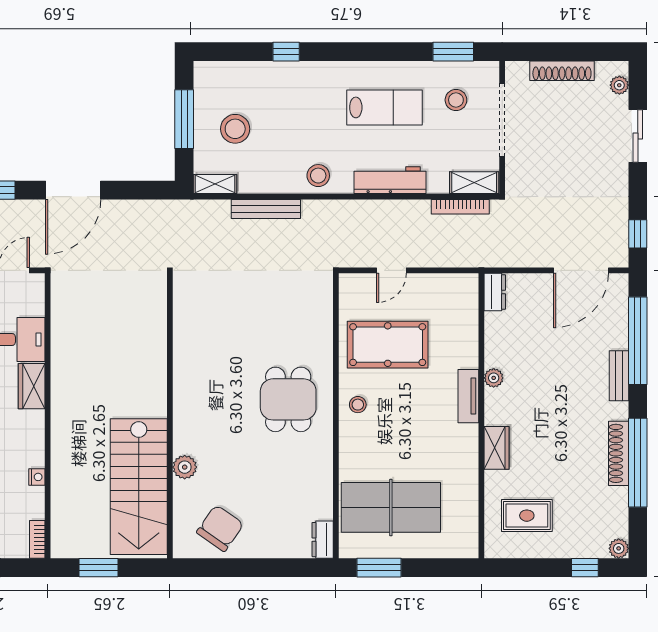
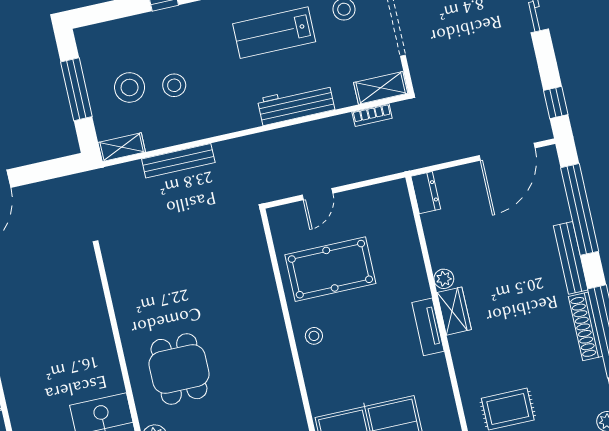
lab bench: (384, 107) -> (274, 33), turned 180
stool: (318, 176) -> (174, 85), moved
bookcase: (460, 207) -> (372, 115), width x0.64
bench: (619, 376) -> (571, 258), width x1.36
tv unit: (468, 396) -> (428, 327), moved
dining table: (288, 399) -> (179, 369), moved
wardrobe: (497, 448) -> (454, 311), moved

